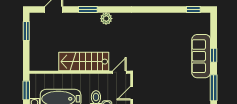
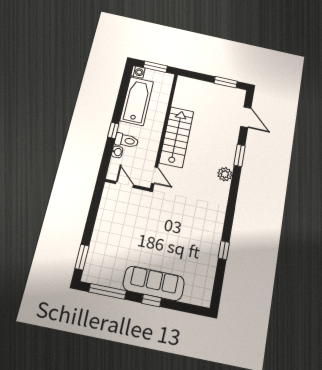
window: (193, 10) -> (224, 250), moved

